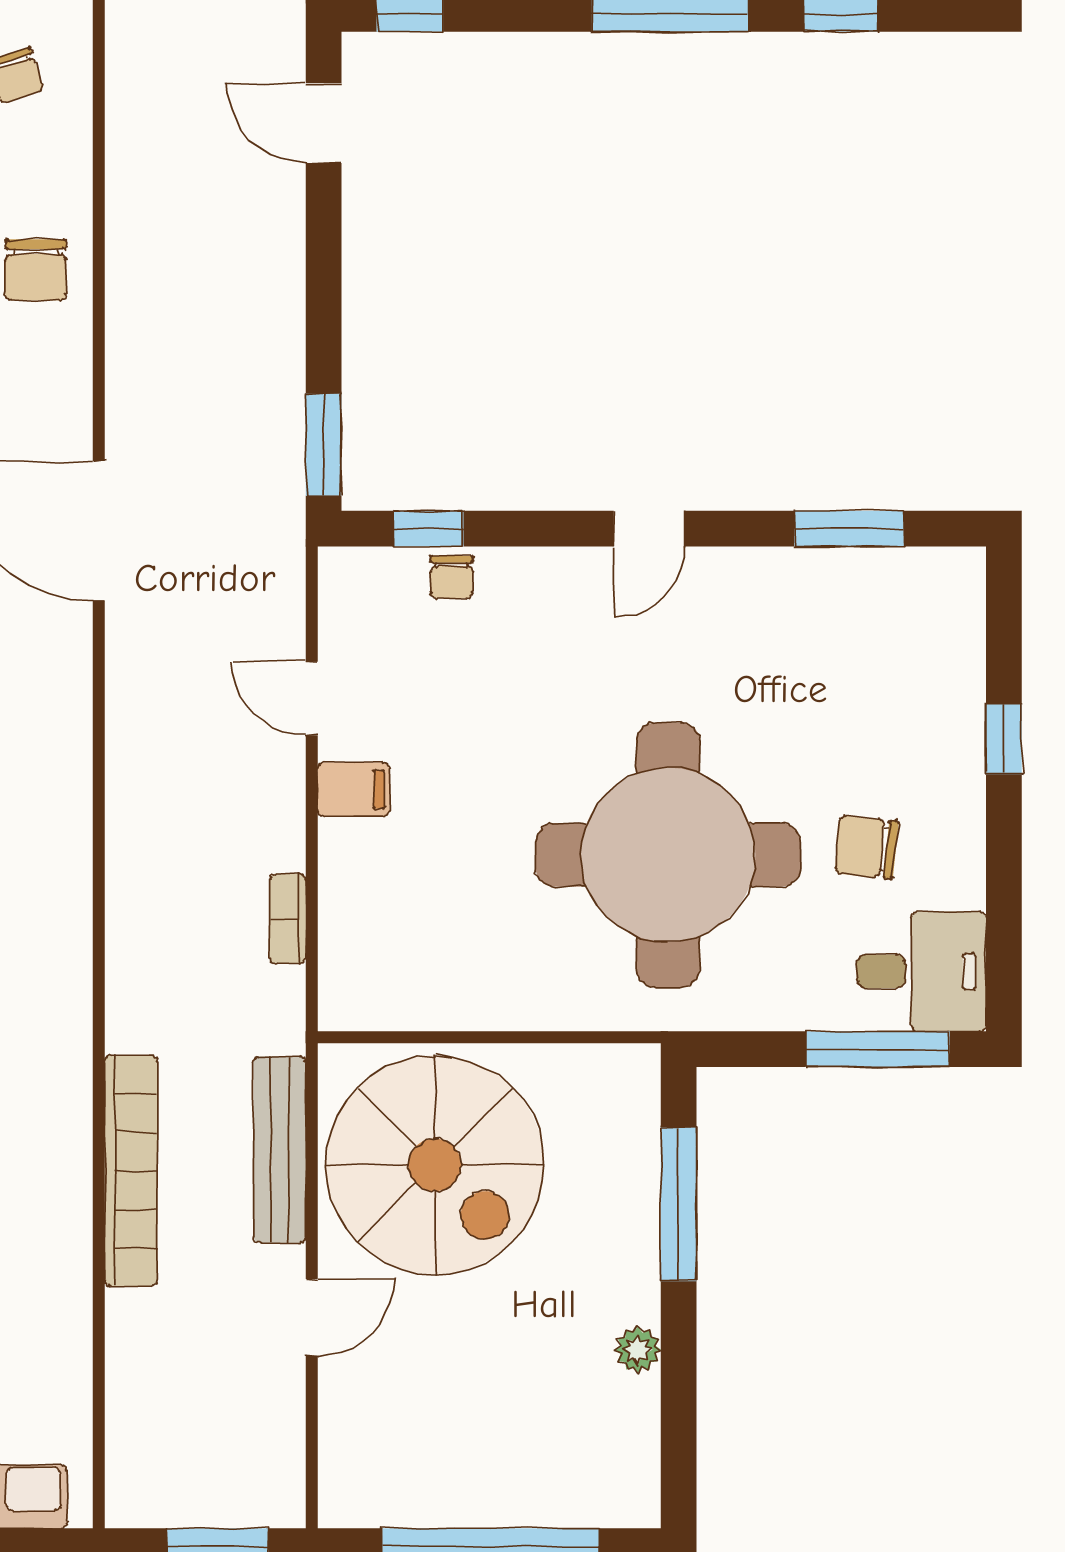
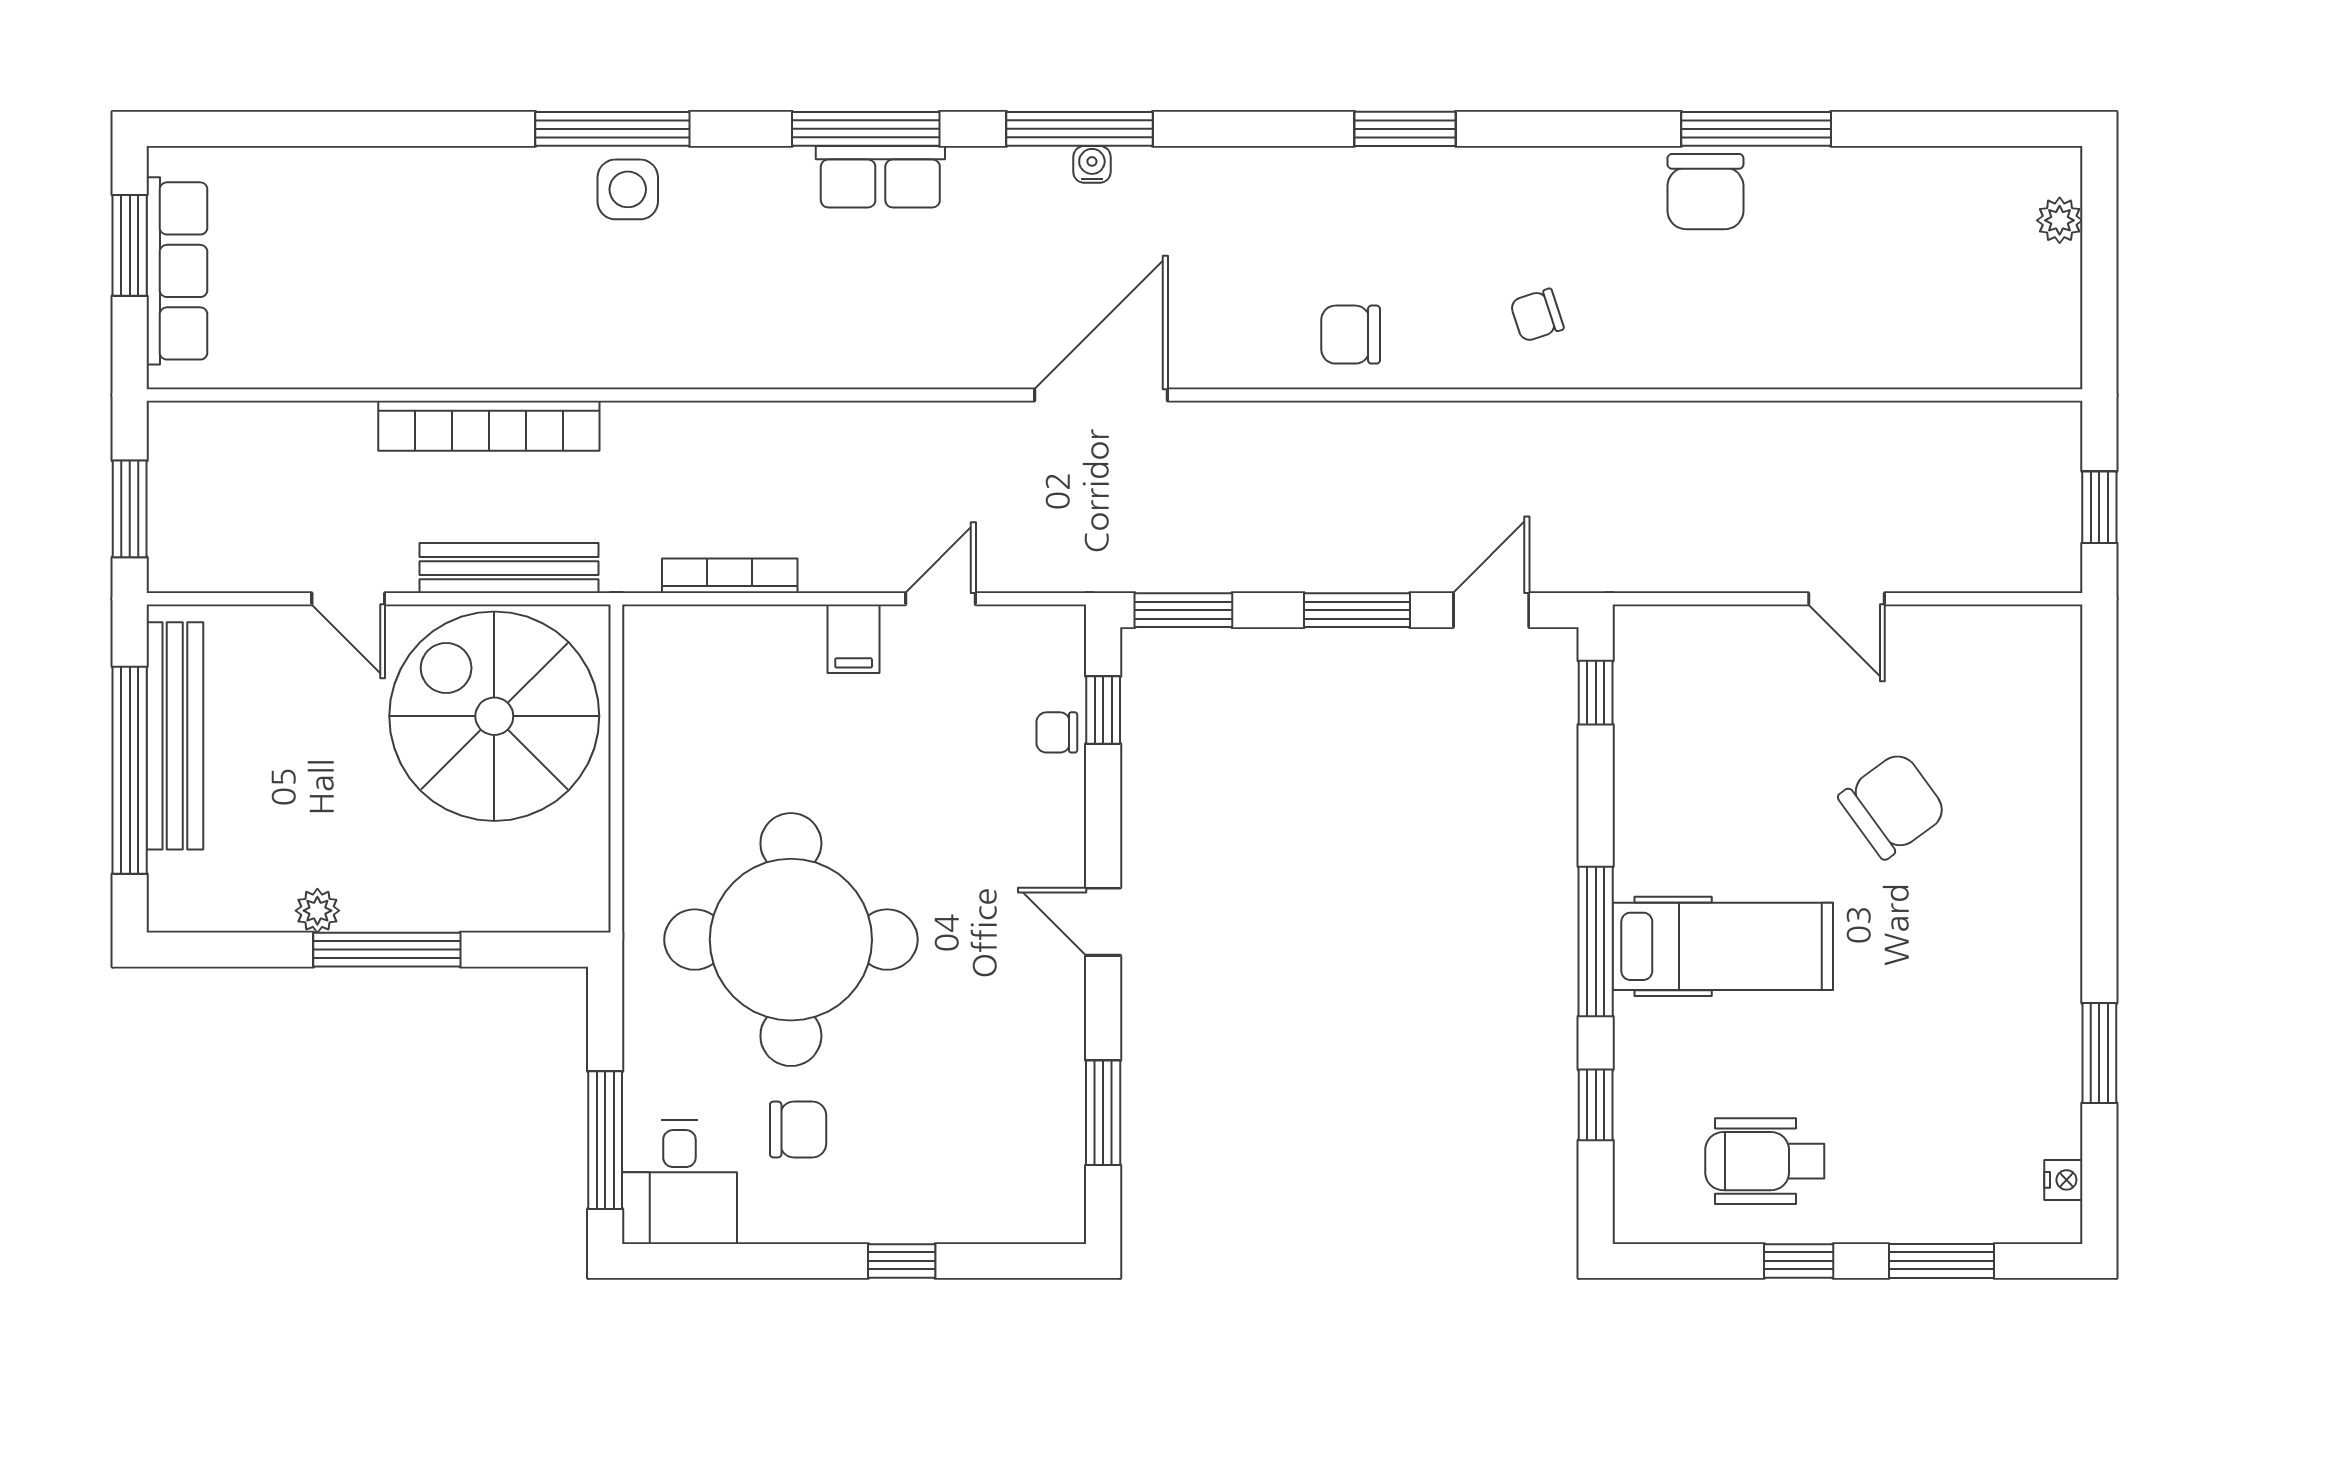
window: (324, 263) -> (1357, 610), added
chair: (866, 847) -> (798, 1130), turned 84
bookcase: (288, 919) -> (730, 576), width x1.56
spiral stairs: (435, 1165) -> (494, 716), turned 90
window: (679, 1204) -> (387, 950), moved
bench: (455, 1499) -> (175, 736), added

